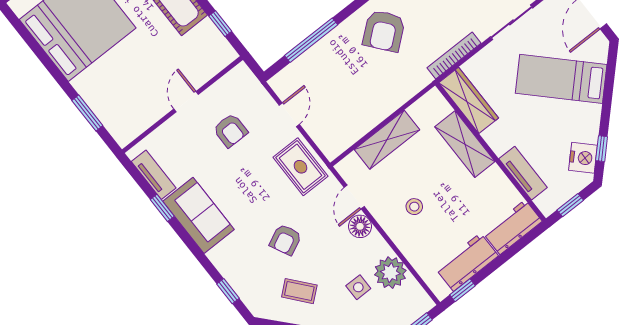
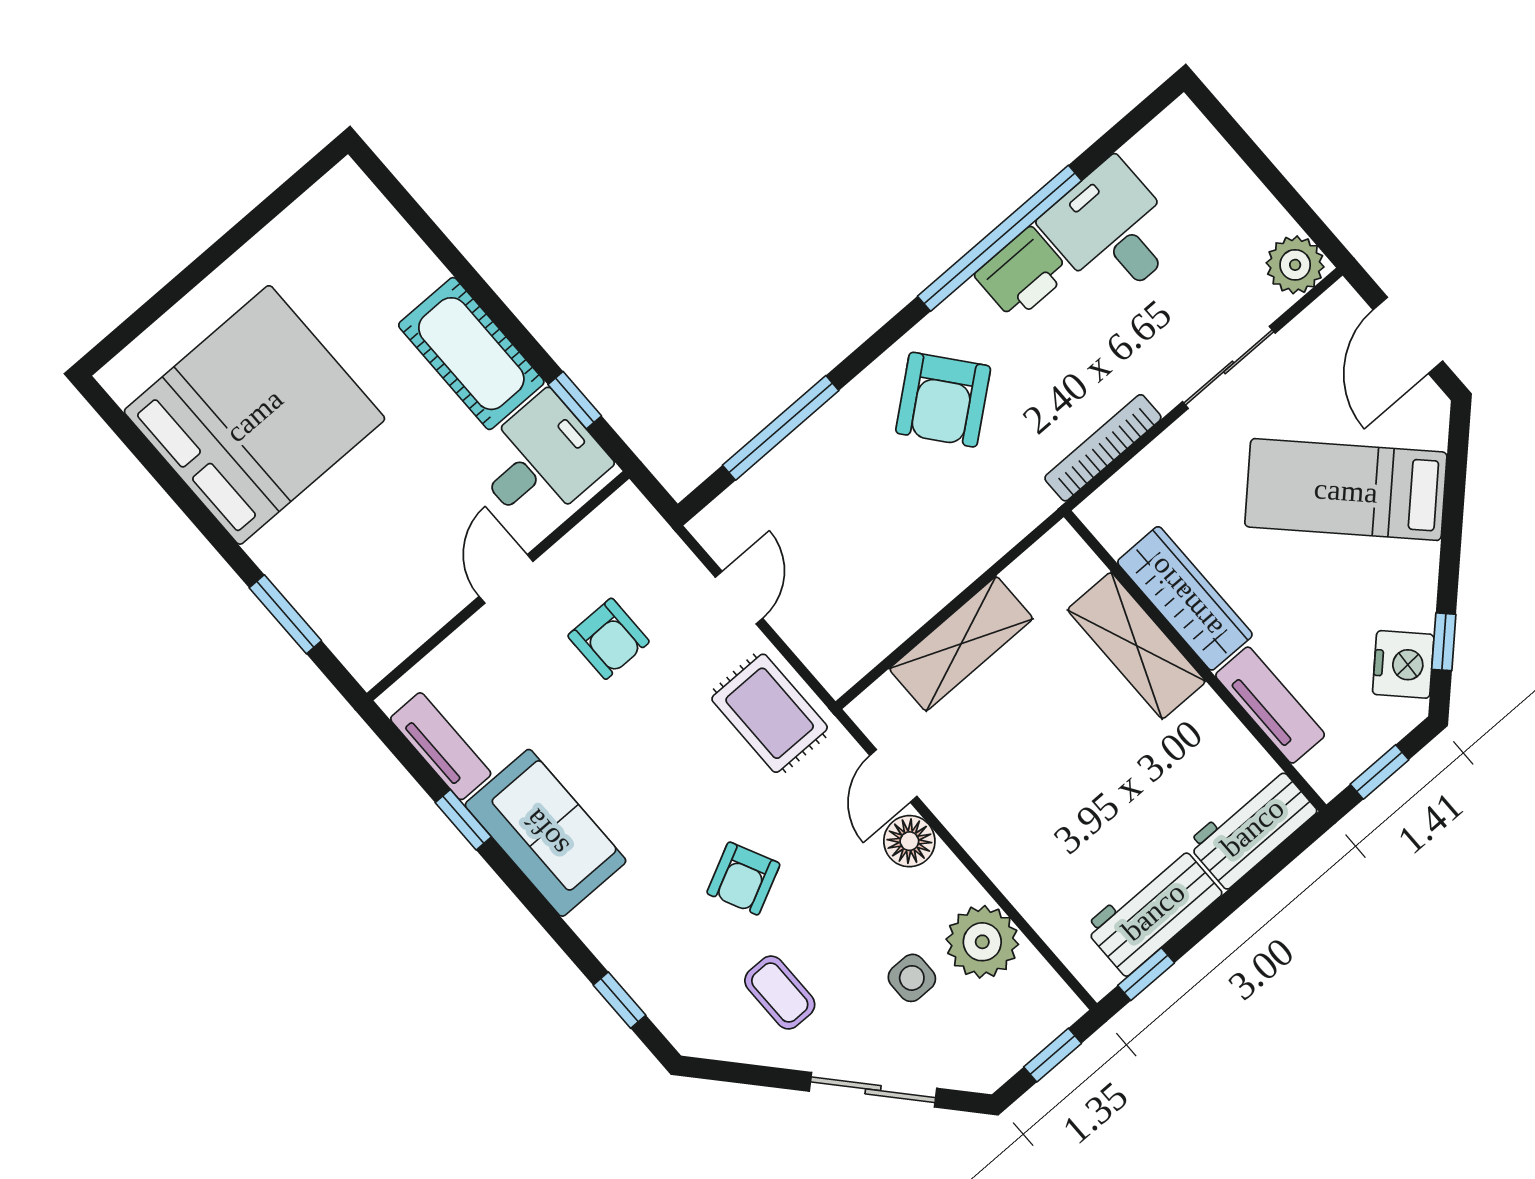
desk: (204, 50) -> (540, 461), added
wardrobe: (469, 100) -> (1185, 598), moved
stool: (414, 207) -> (1029, 791), removed
coffee table: (299, 291) -> (780, 993), turned 40

